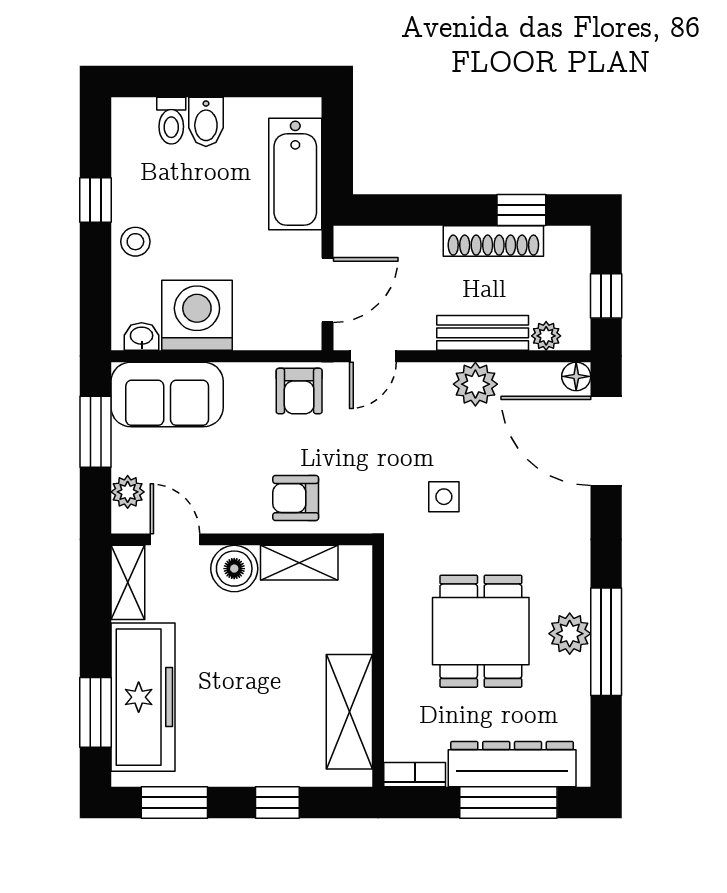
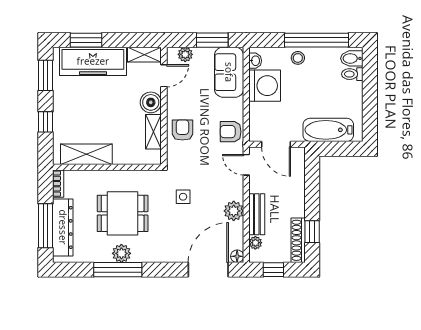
bidet: (206, 122) -> (352, 58), moved
window: (96, 200) -> (317, 40), width x3.17
shoe rack: (493, 241) -> (298, 240), moved

